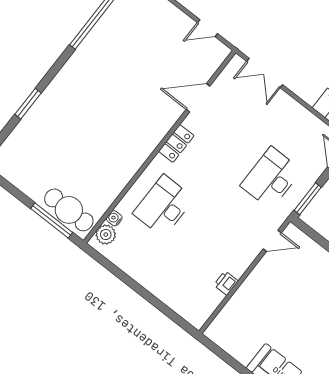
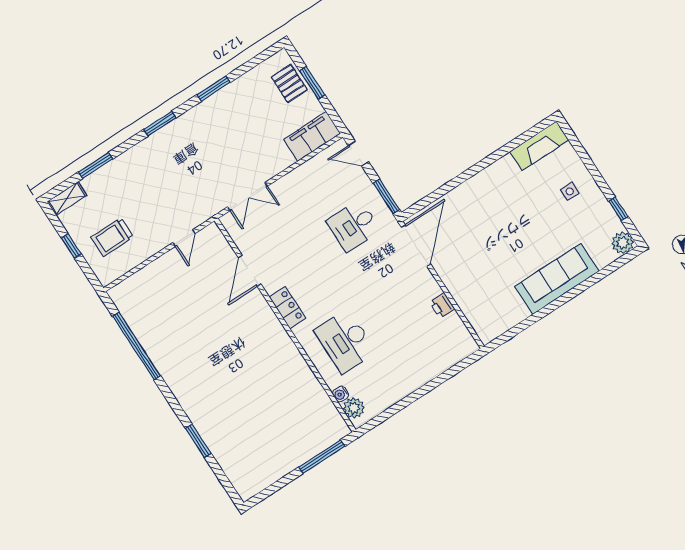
desk: (271, 178) -> (354, 226), width x0.73
cafe table: (69, 210) -> (317, 436), removed
door: (272, 241) -> (416, 246), width x1.87

